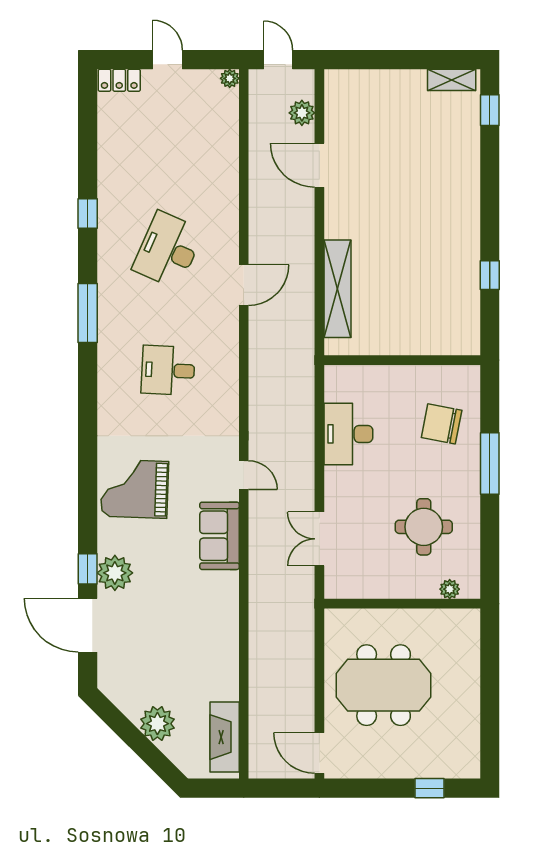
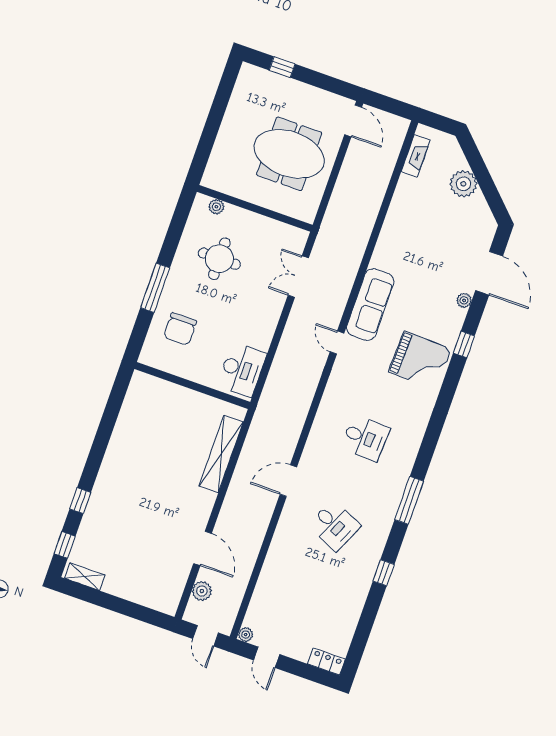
door: (168, 60) -> (267, 657), moved
desk: (168, 250) -> (334, 526), width x0.73
window: (490, 275) -> (80, 501), moved
chair: (442, 424) -> (180, 329), turned 79
desk: (348, 434) -> (242, 370), moved
sofa: (219, 536) -> (370, 304), width x1.36
double door: (319, 539) -> (298, 277), swing flipped
window: (88, 569) -> (464, 344), moved
plant: (115, 573) -> (464, 300), width x0.53, depth x0.53
fireplace: (225, 737) -> (416, 156), width x0.73, depth x0.76

